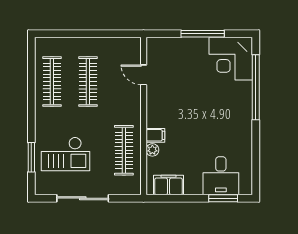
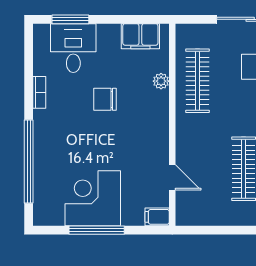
corner desk: (231, 59) -> (93, 198), moved, turned -90
filing cabinet: (155, 135) -> (157, 217), moved
chair: (196, 136) -> (105, 99), added
bookcase: (247, 141) -> (39, 92), added

